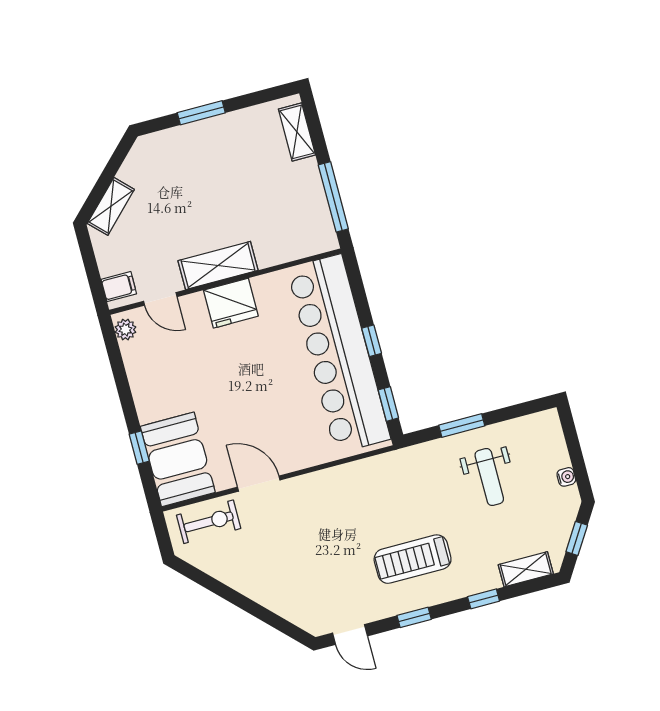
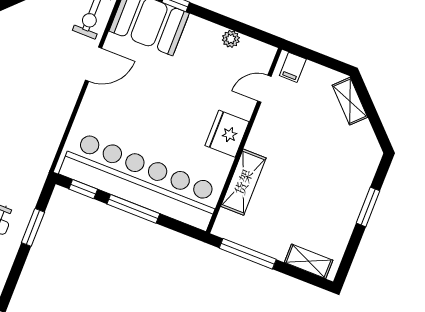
shelving: (218, 265) -> (243, 182), moved
plant: (125, 330) -> (231, 39), moved
window: (372, 341) -> (133, 209), width x2.17

